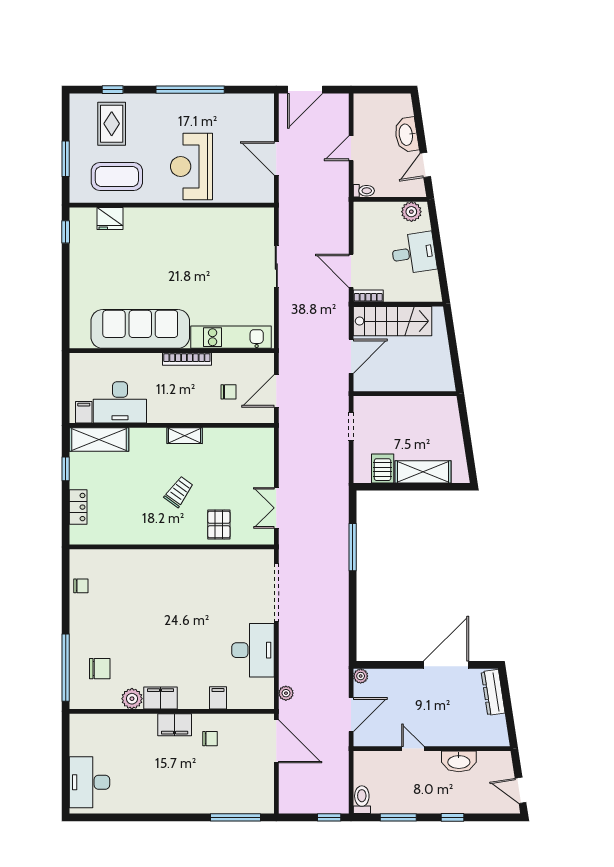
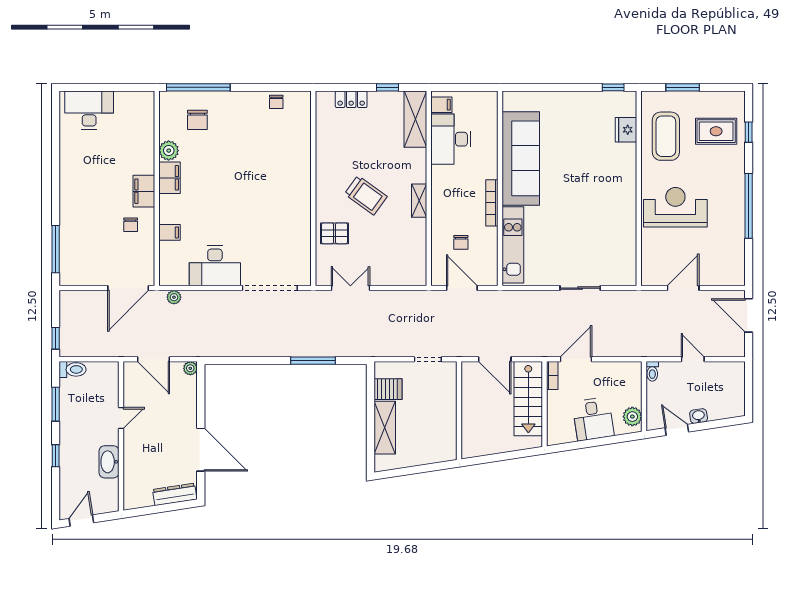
washbasin: (406, 135) -> (699, 416), width x0.52, depth x0.69
trolley: (179, 492) -> (366, 195), width x1.36, depth x1.39

